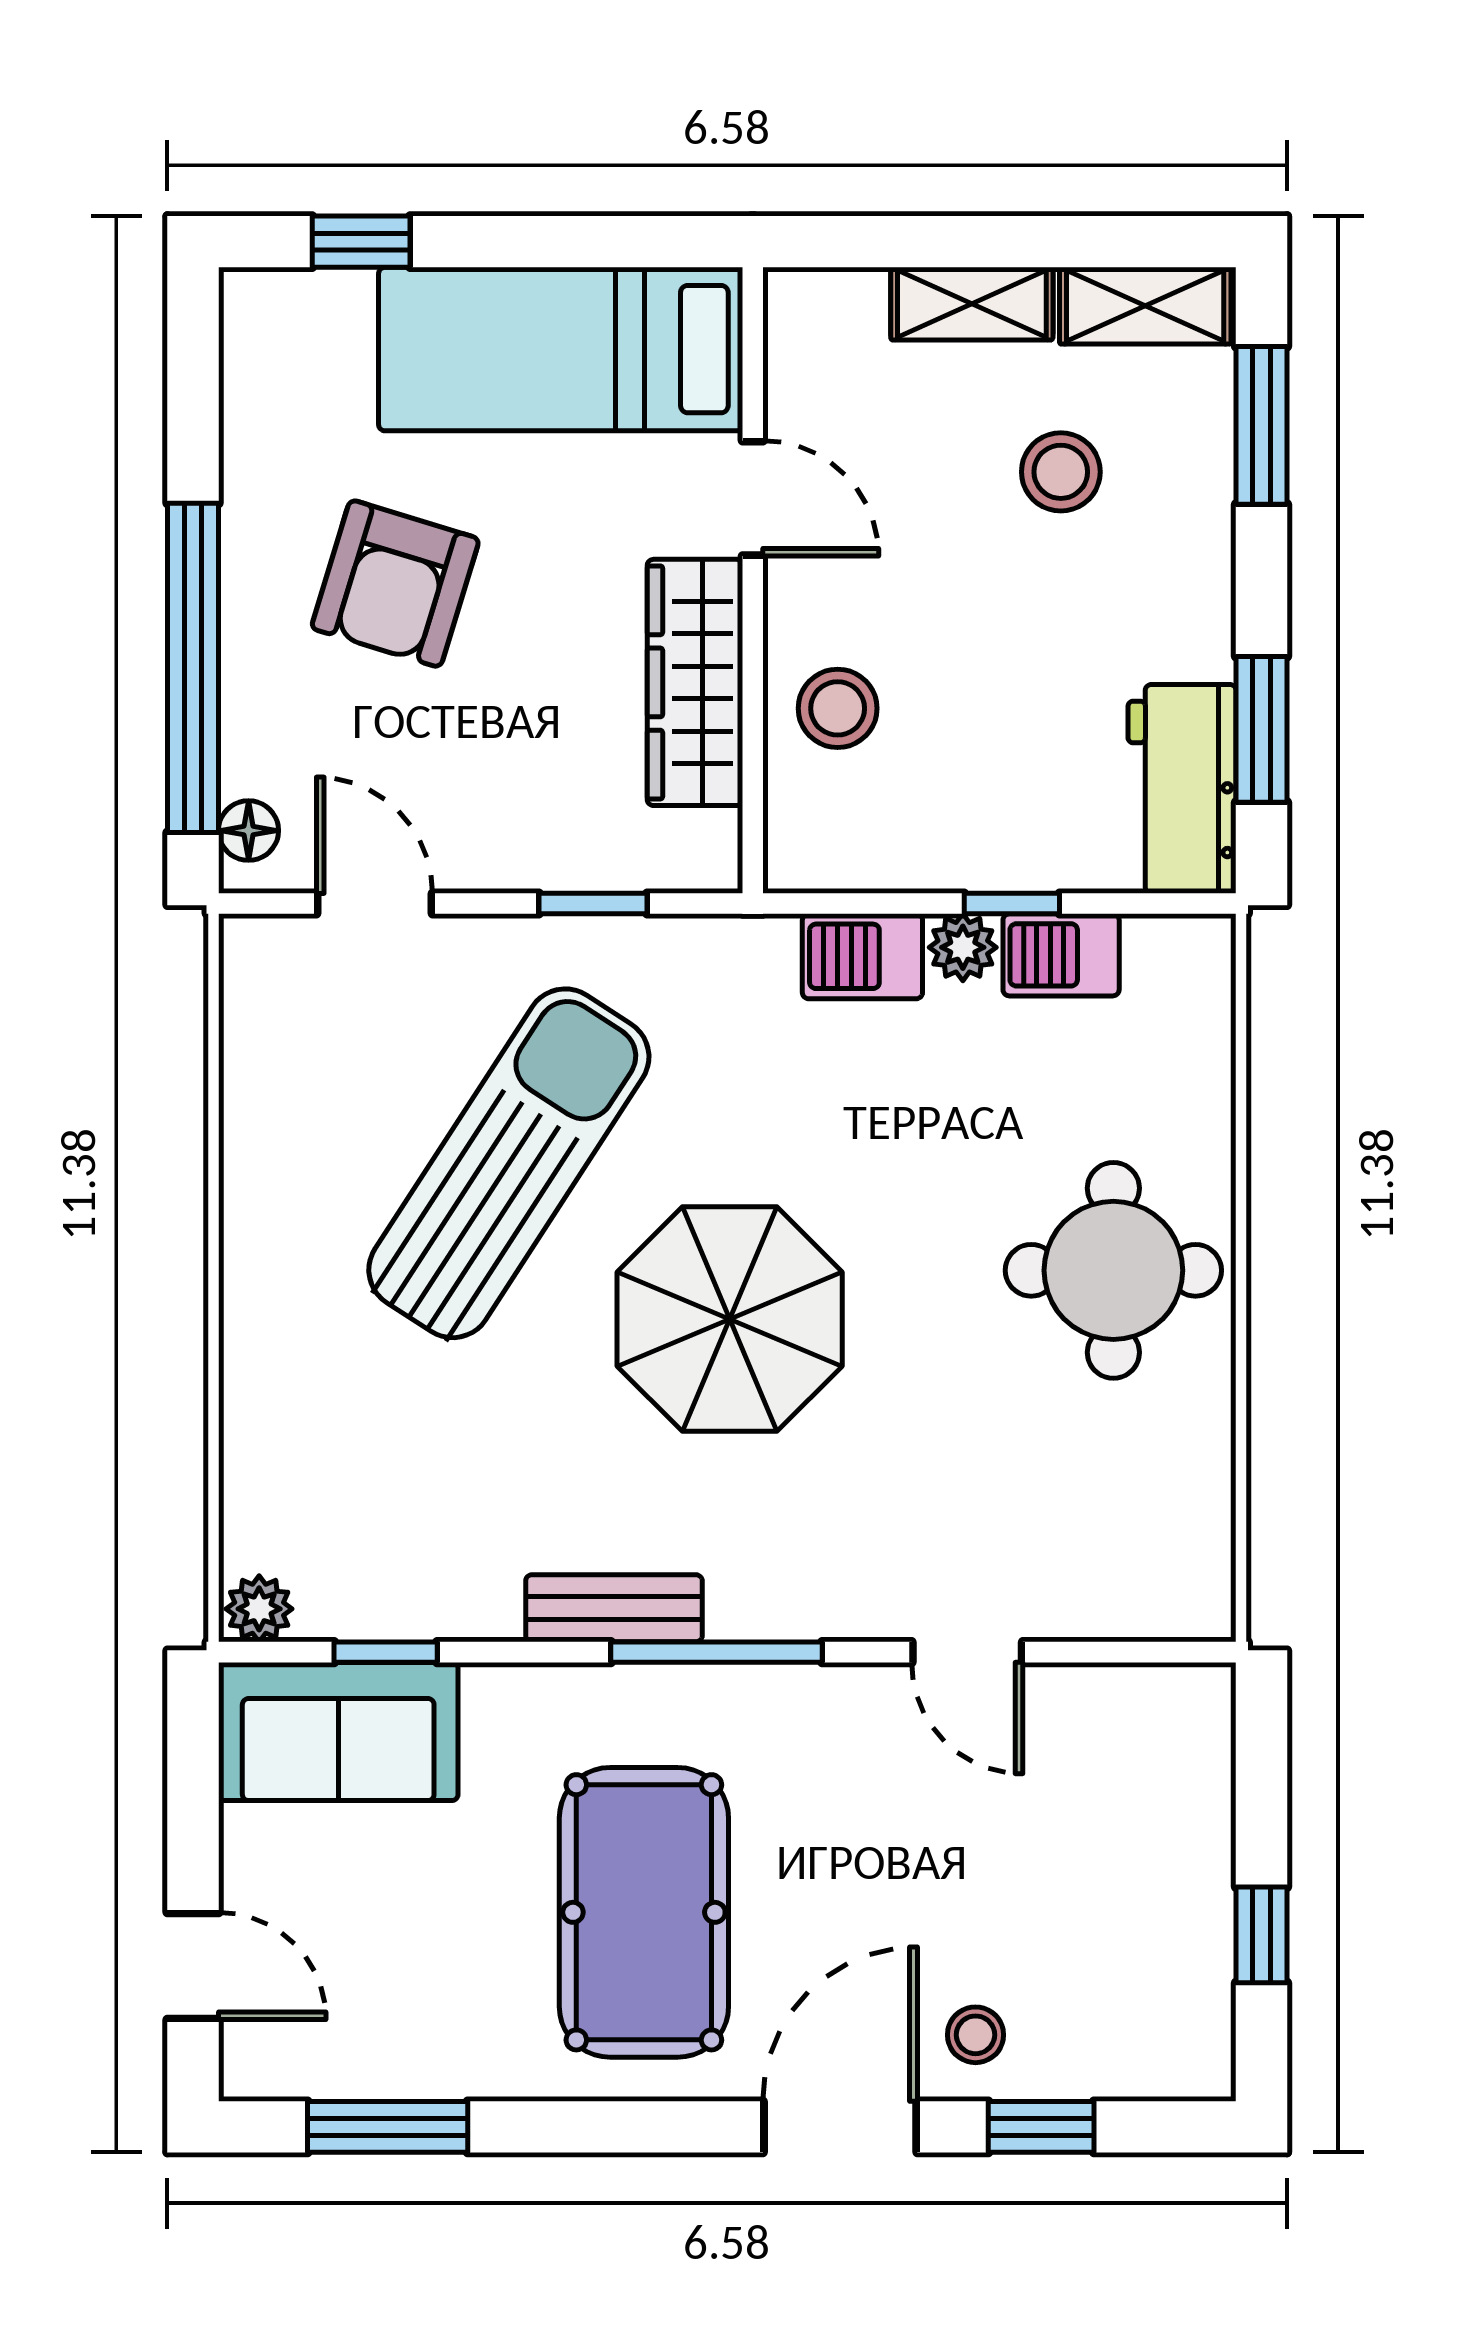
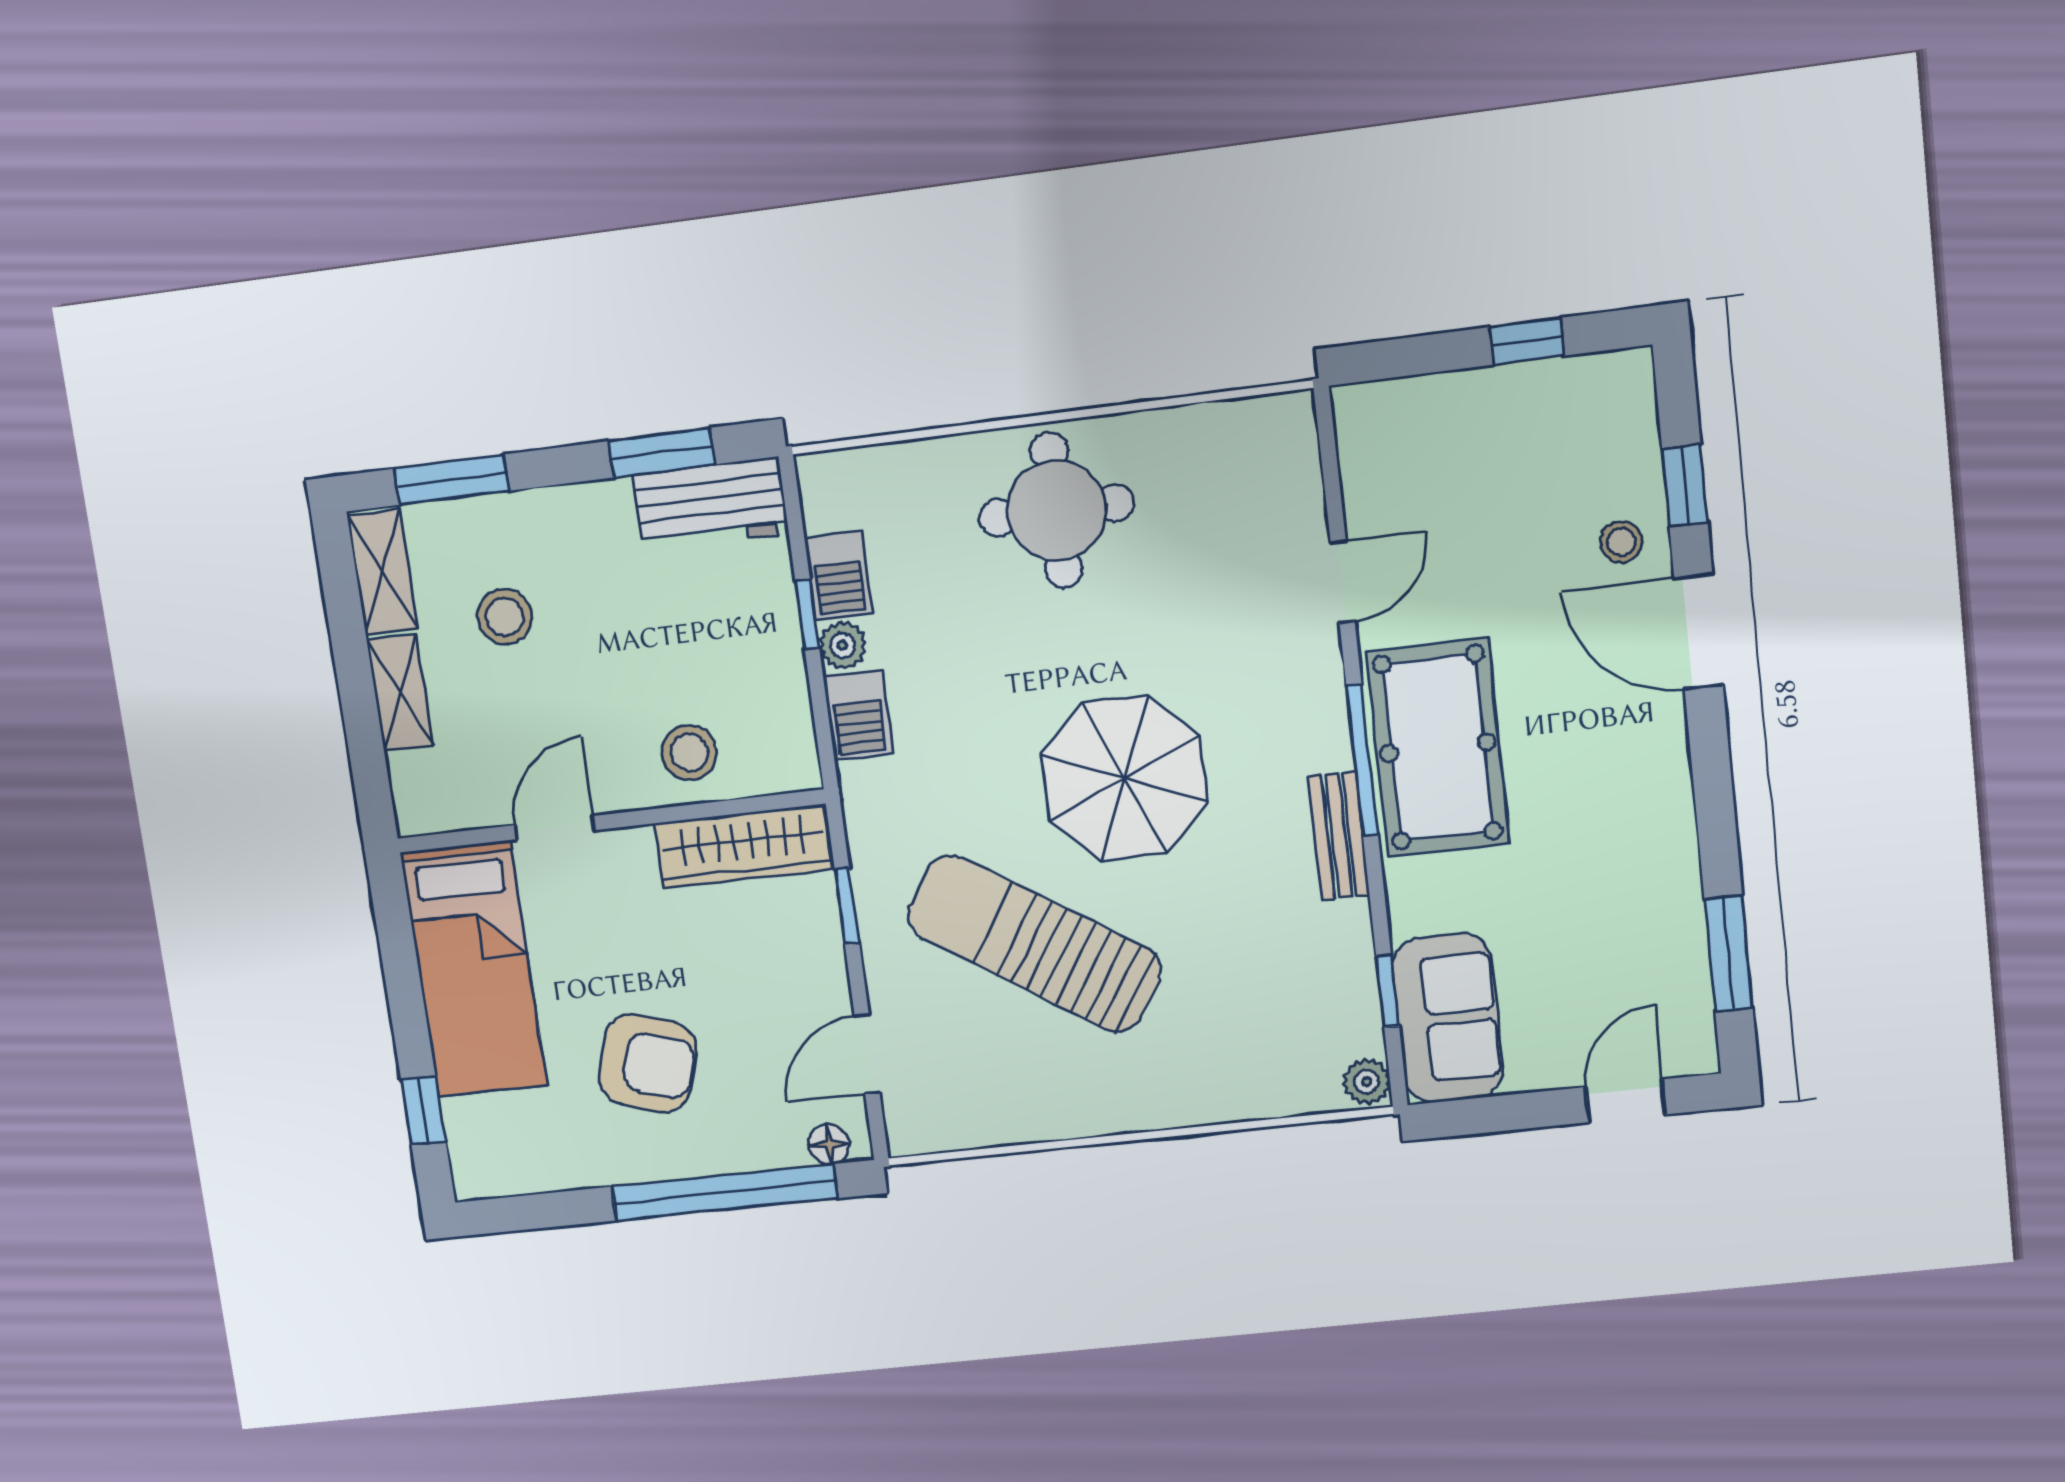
wardrobe: (695, 682) -> (743, 846), moved
pool table: (644, 1912) -> (1438, 748), moved, turned 90

